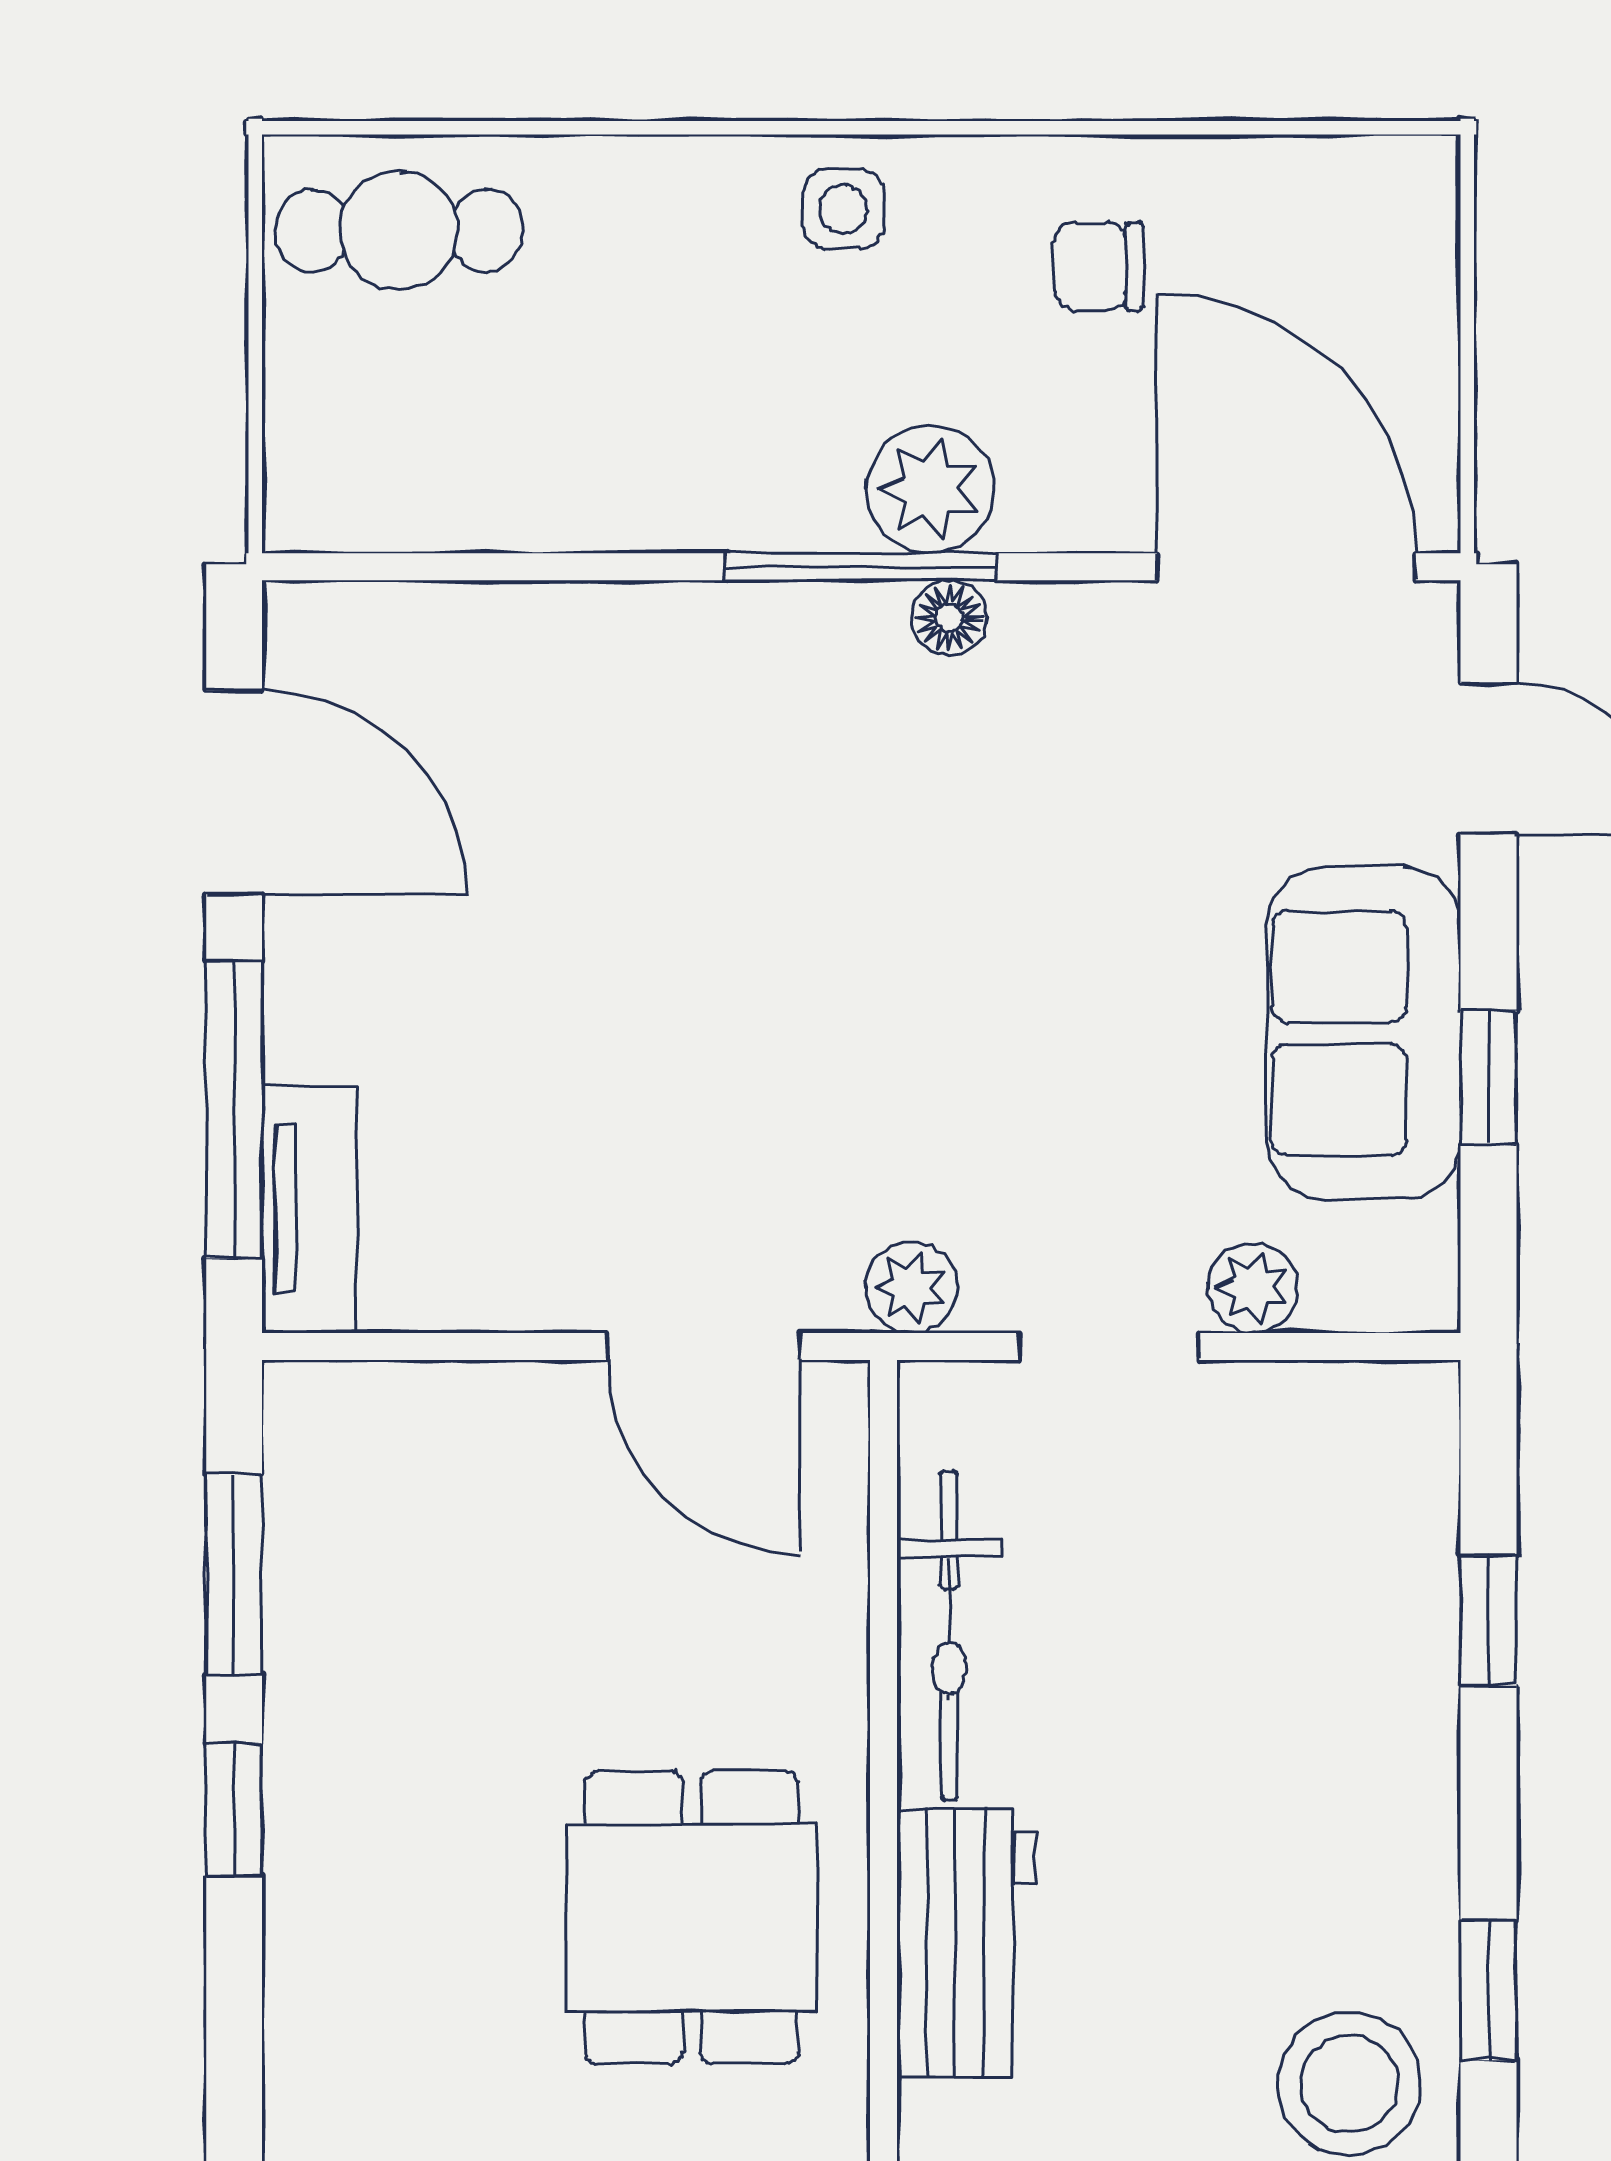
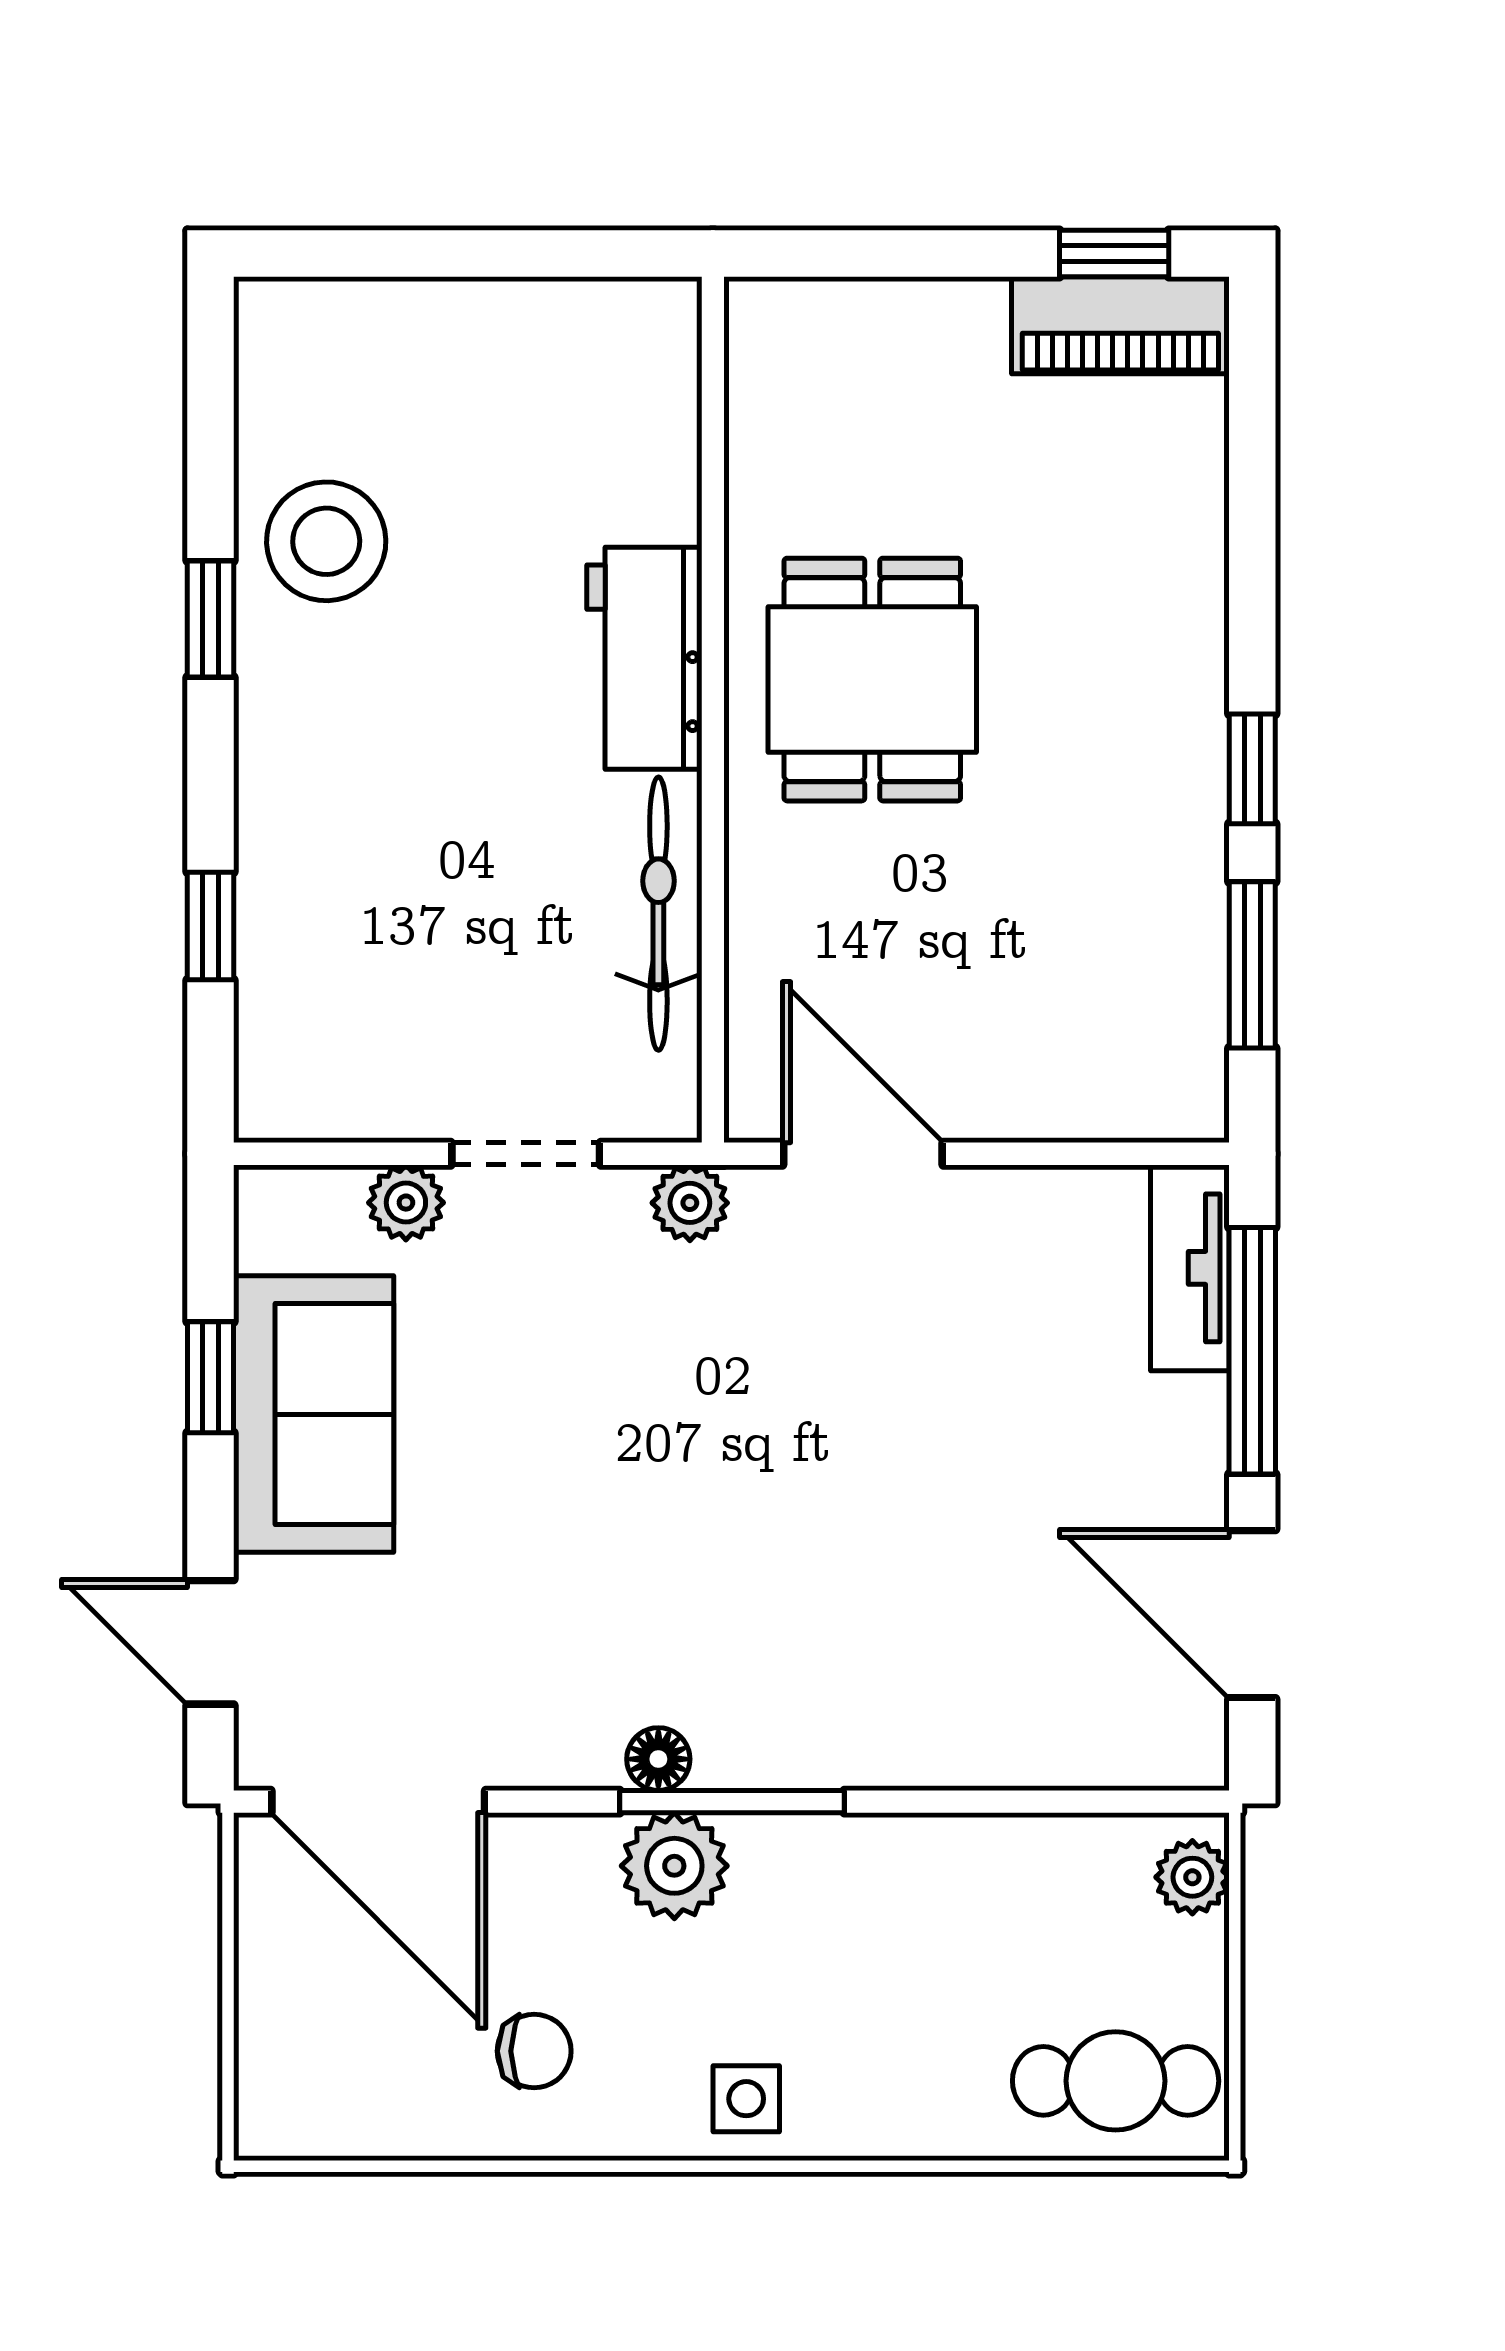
plant: (306, 476) -> (1192, 1877), added

